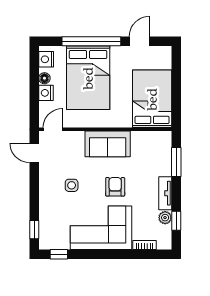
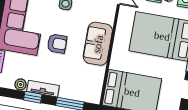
window: (176, 221) -> (33, 97), moved

